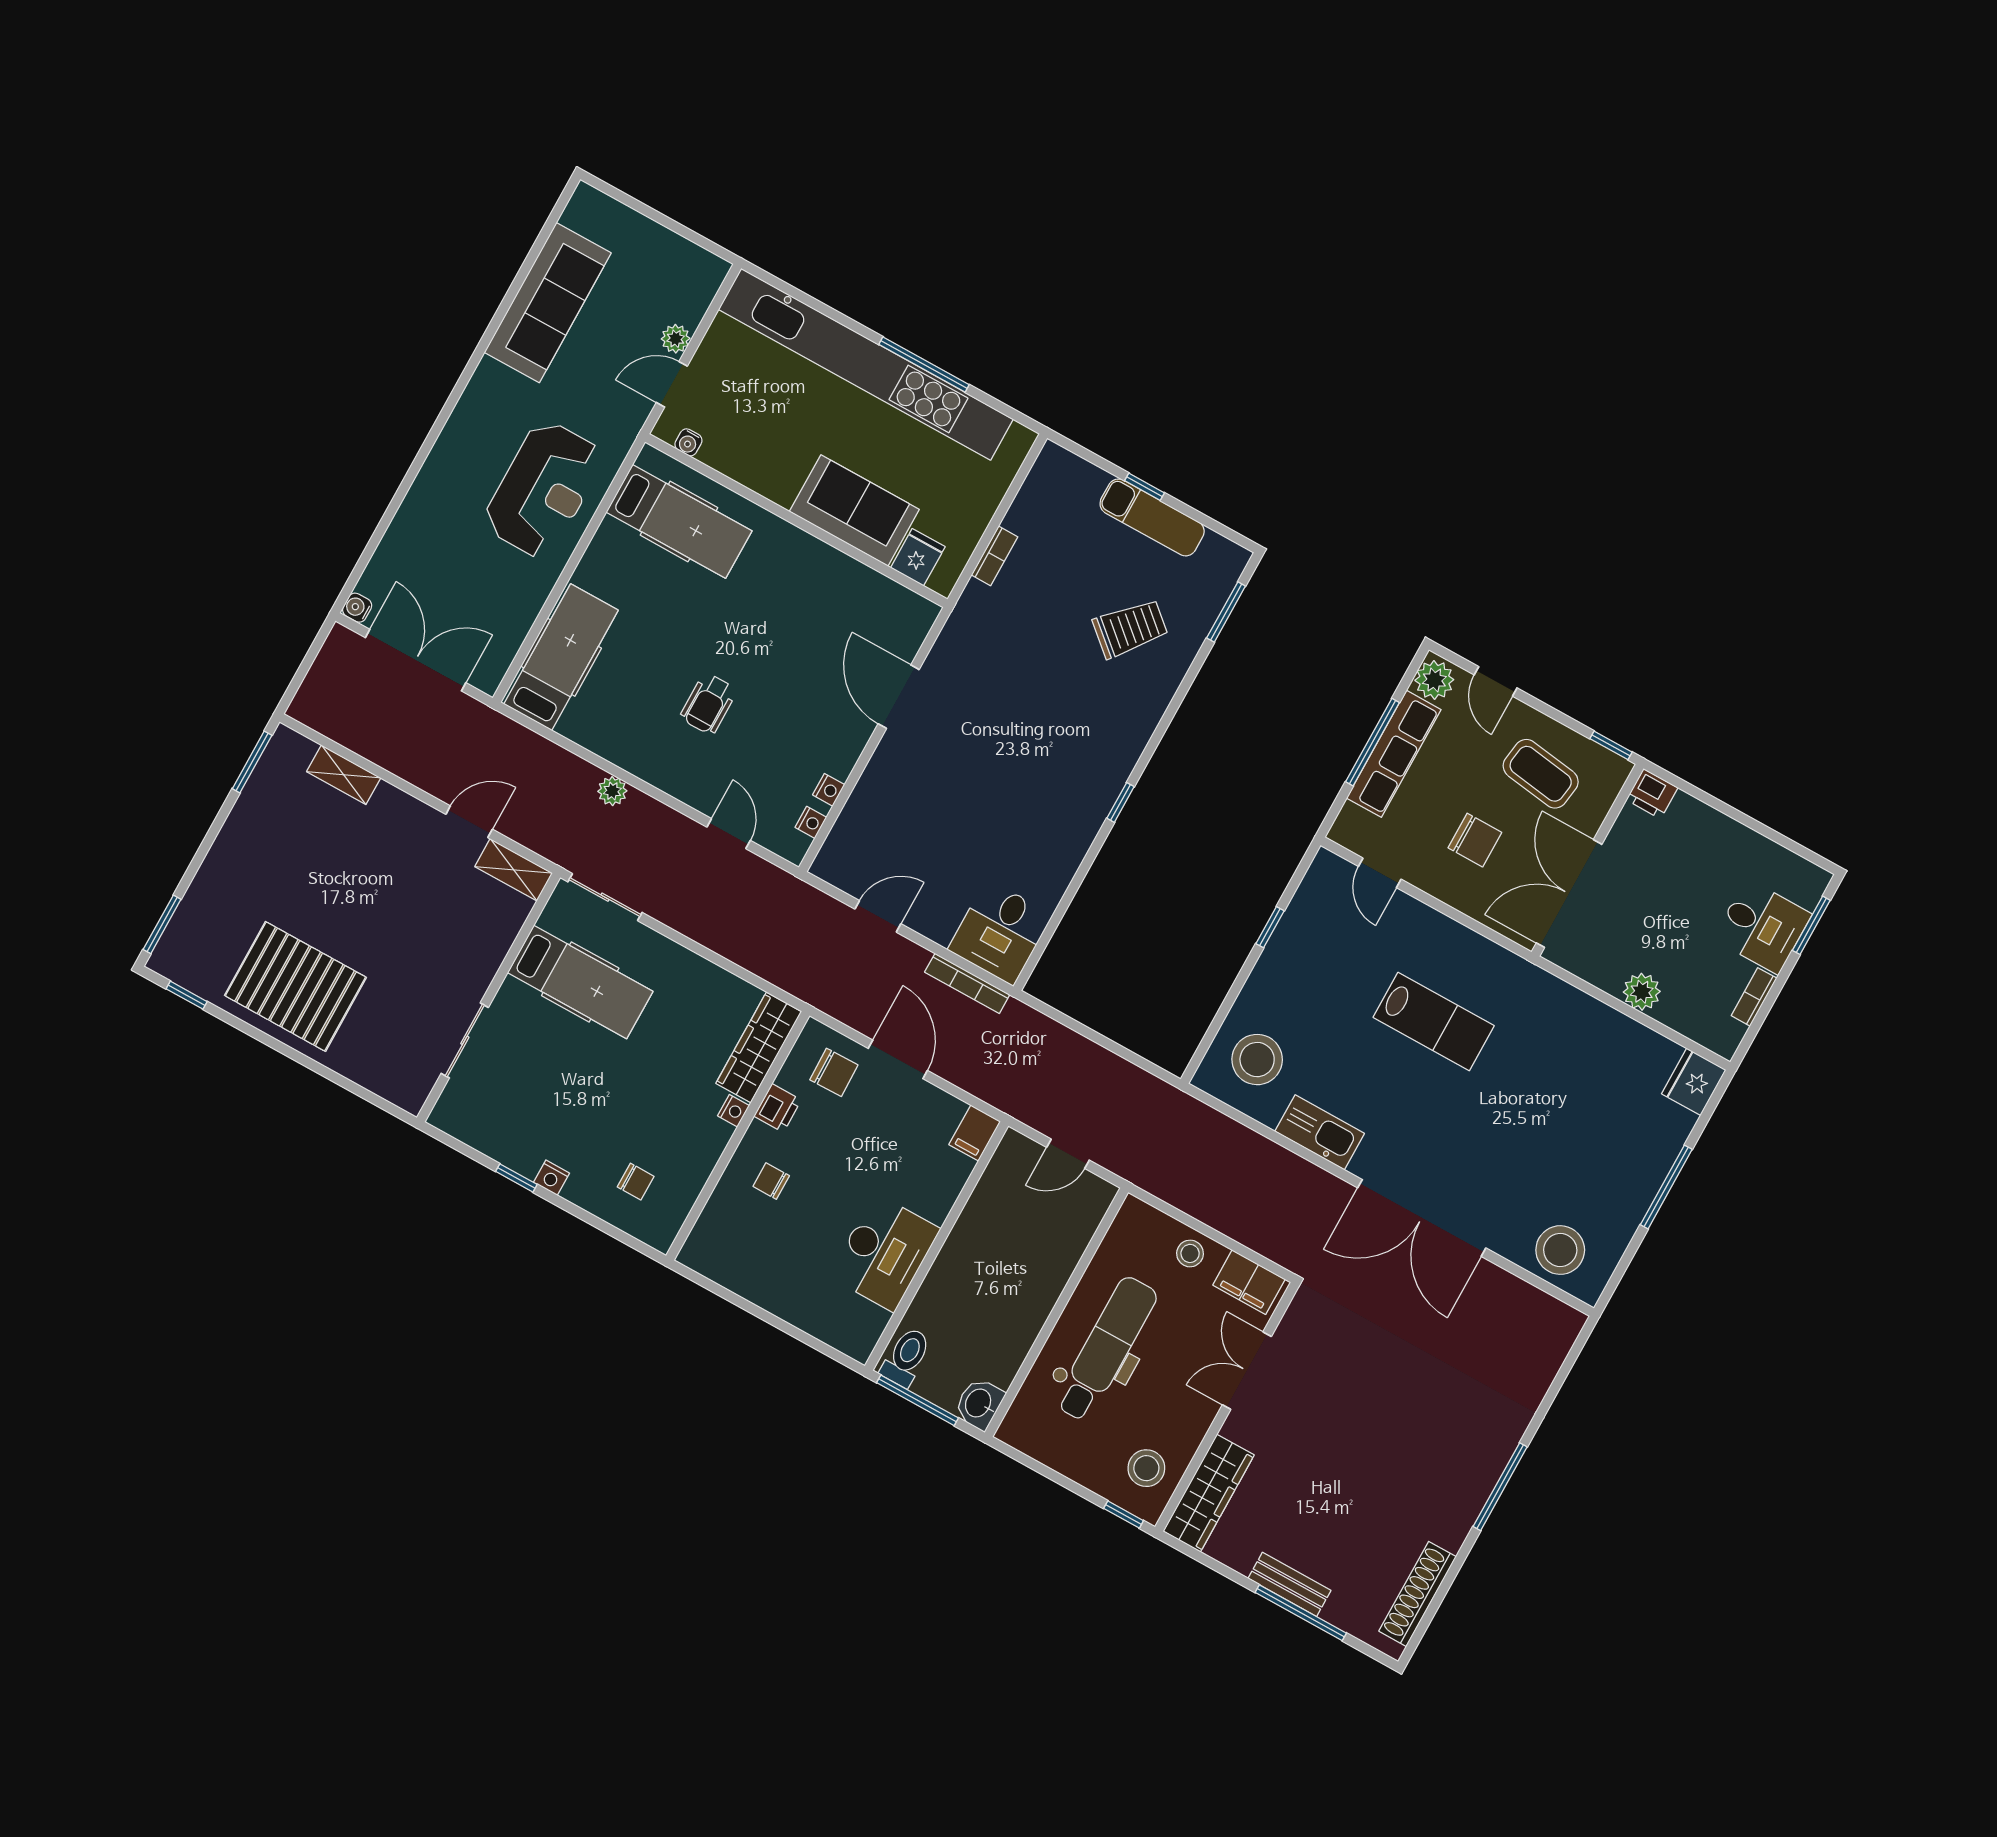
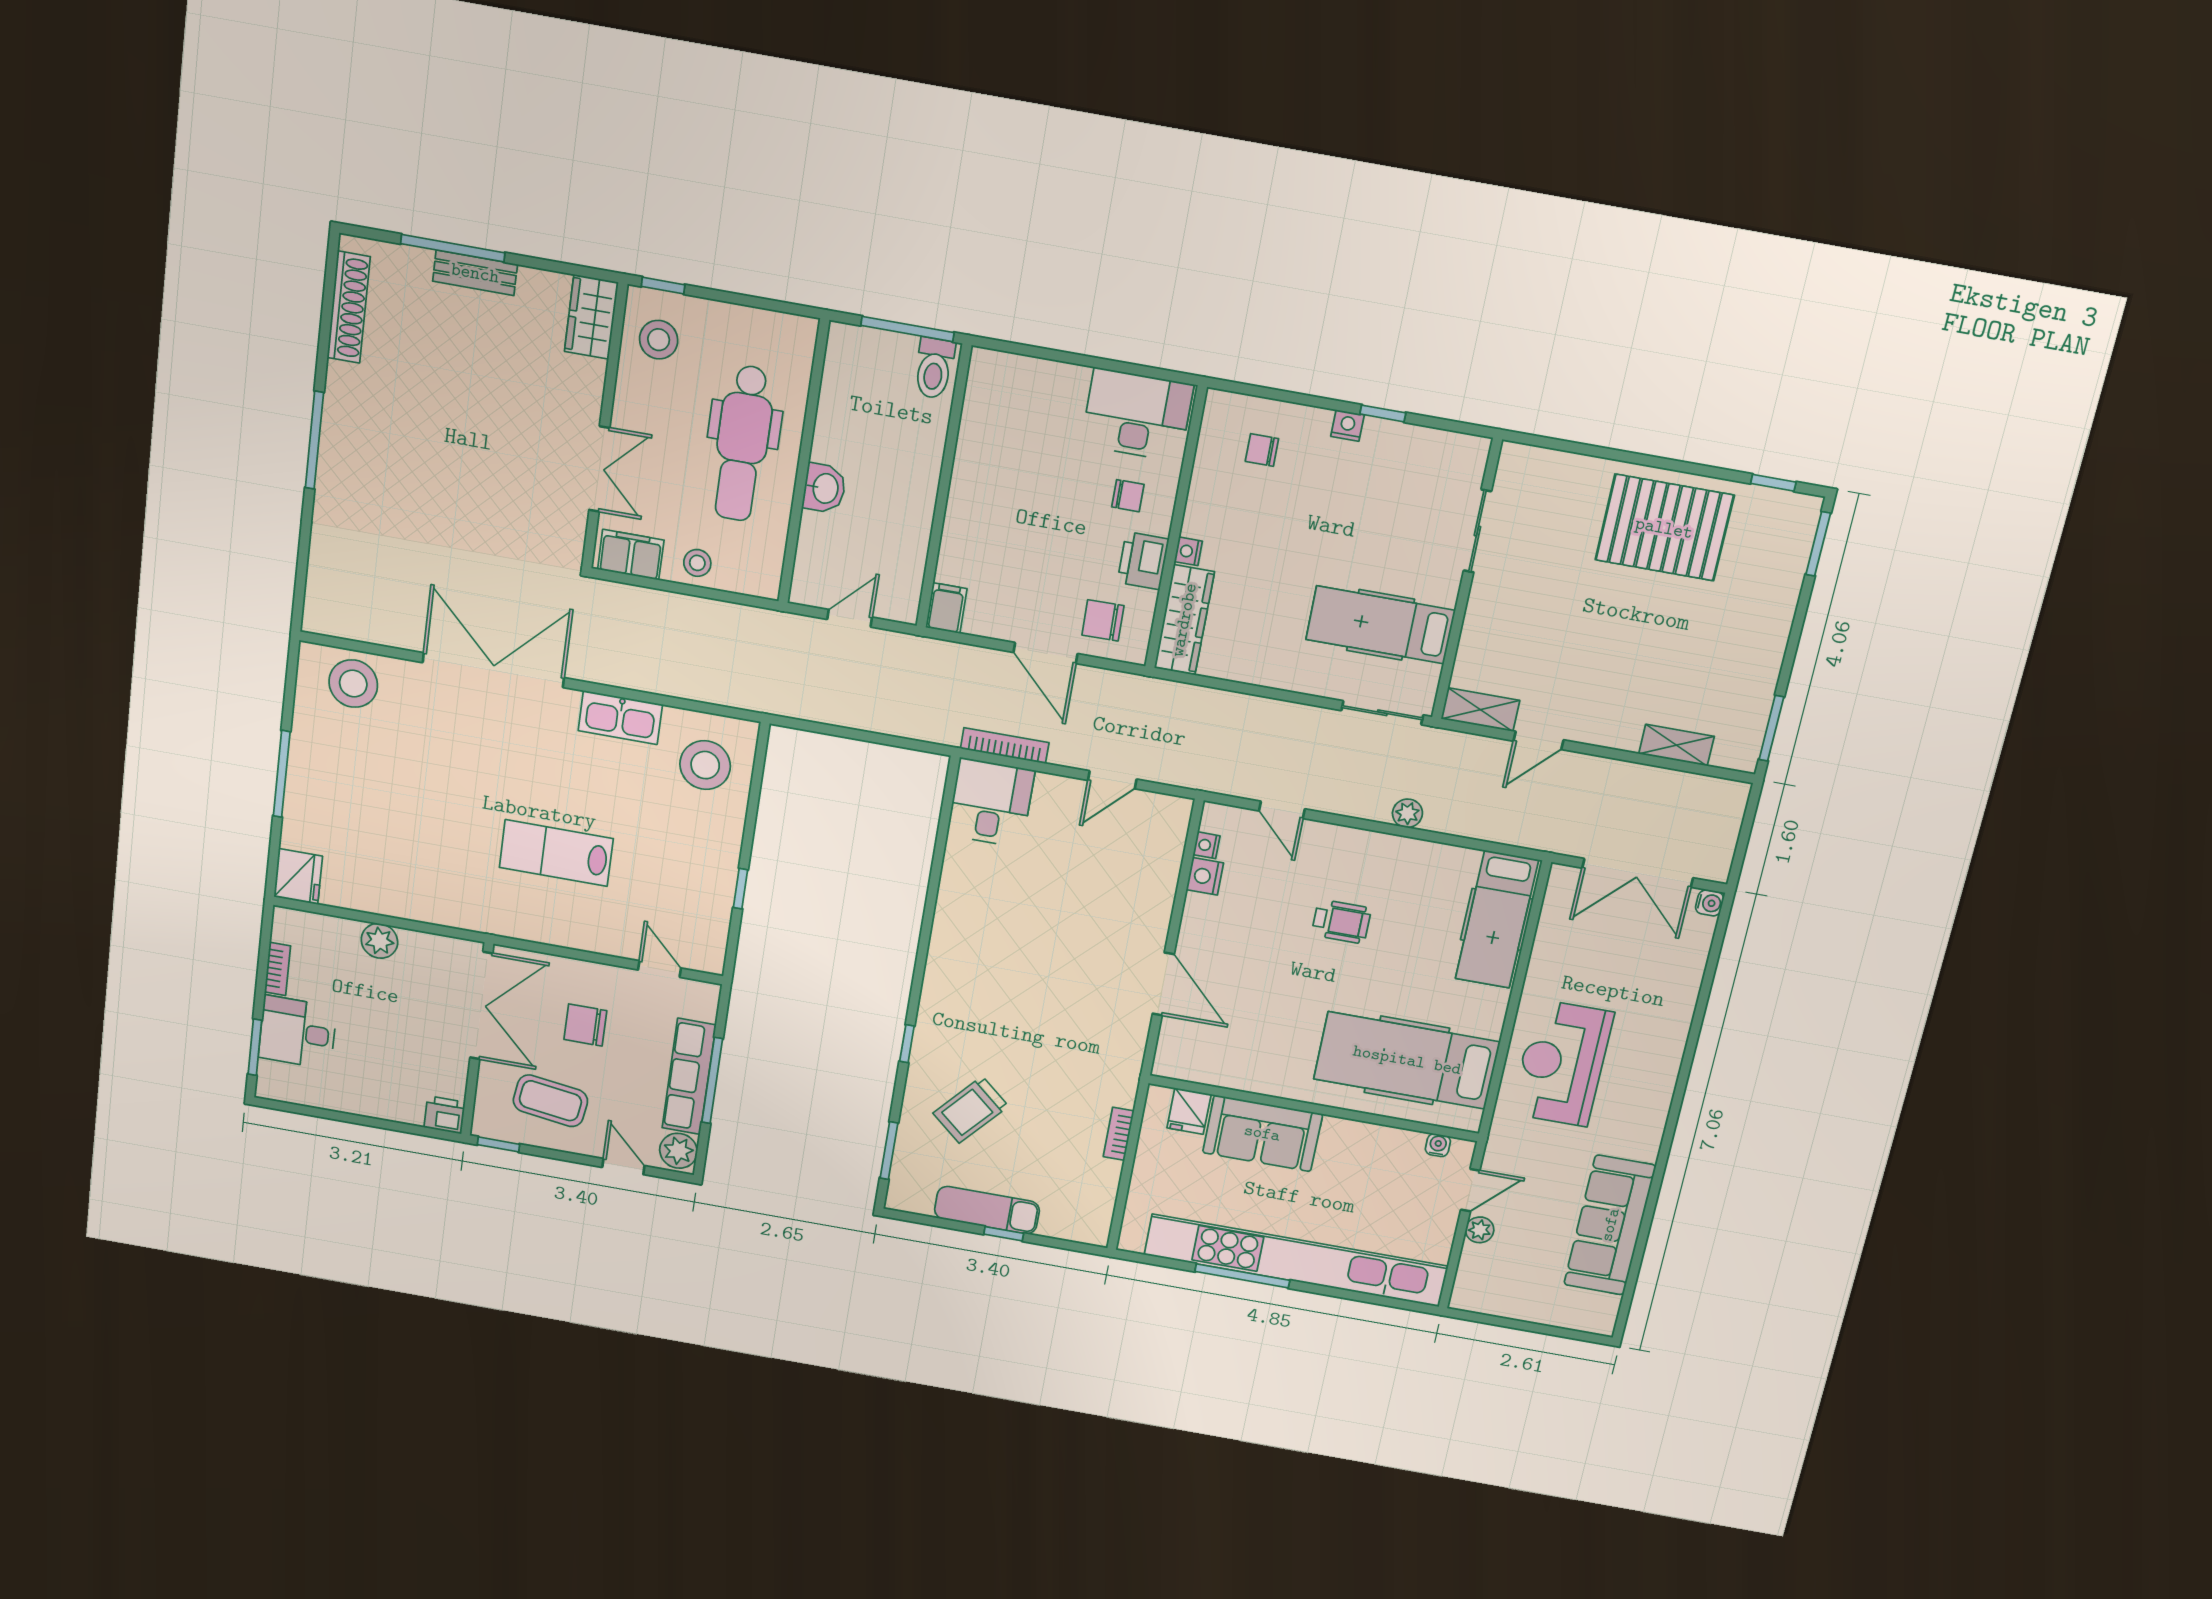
hospital bed: (679, 521) -> (1407, 1060), width x1.37, depth x1.29
wheelchair: (708, 704) -> (1341, 922), turned 90
nightstand: (829, 790) -> (1205, 876), width x1.39, depth x1.35
window: (1121, 802) -> (907, 1044), moved
printer: (778, 1108) -> (1143, 561), width x1.36, depth x1.24
desk: (884, 1253) -> (1137, 415), moved, turned 90
washbasin: (979, 1404) -> (824, 488), moved
wardrobe: (1209, 1493) -> (591, 317), width x0.67

